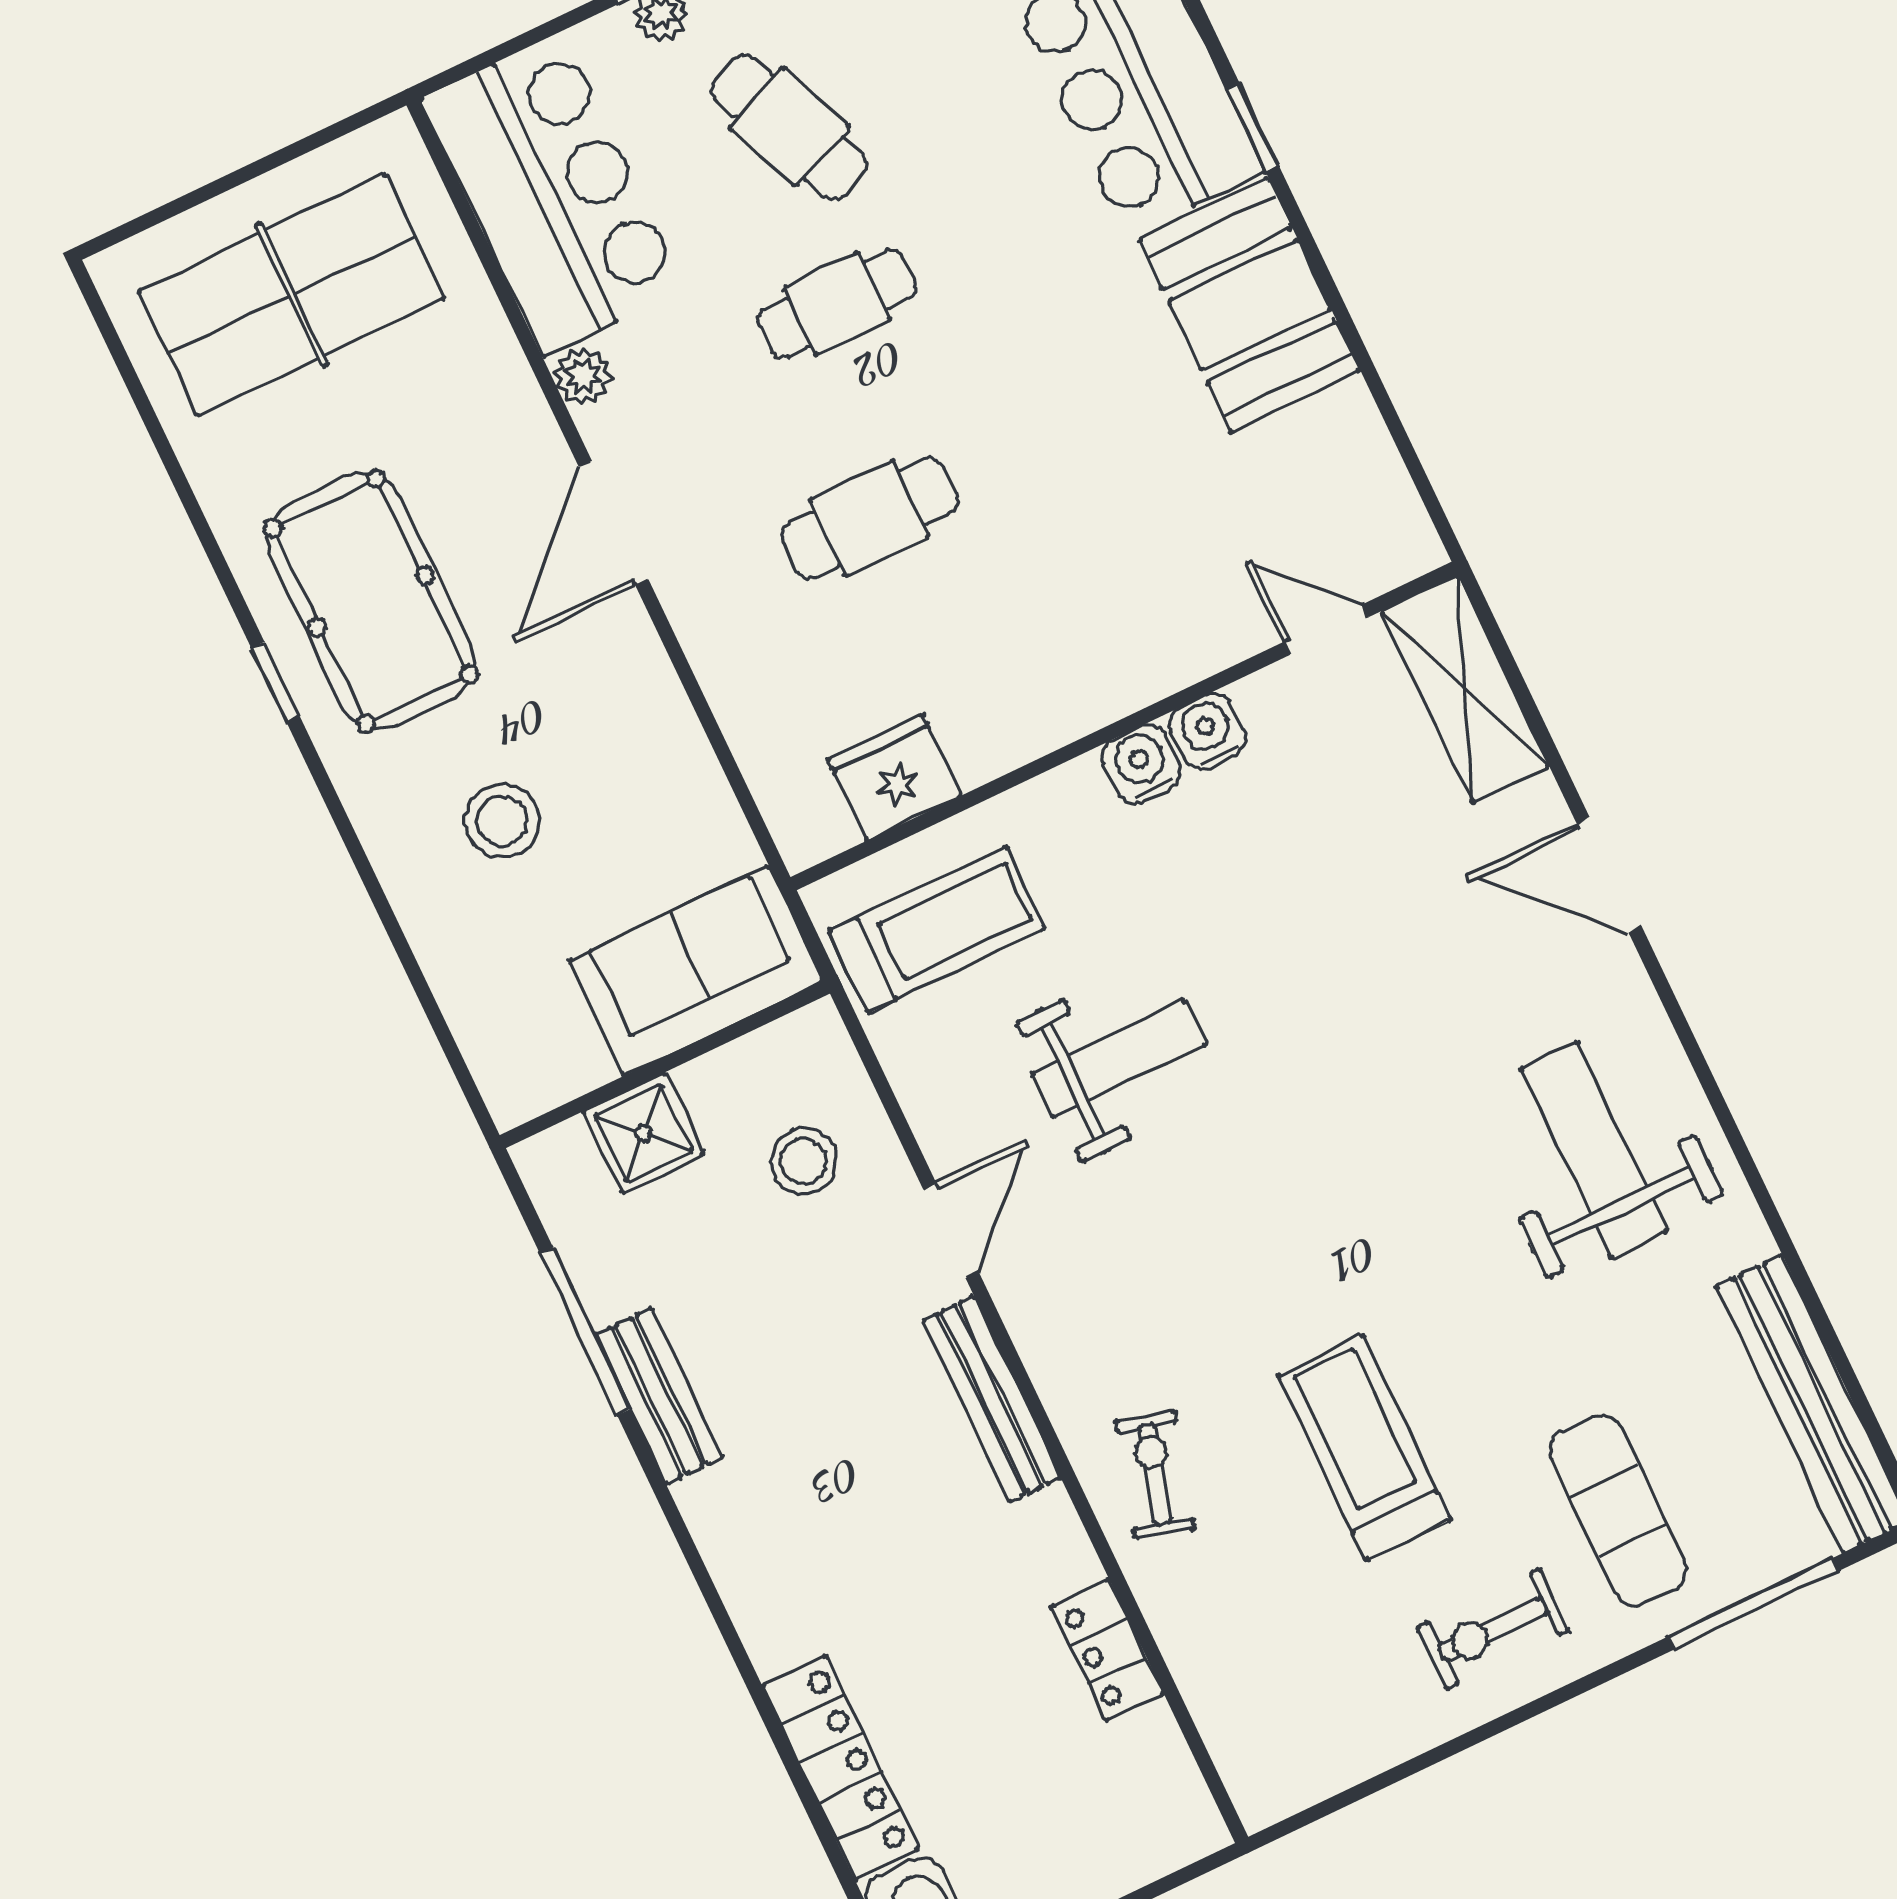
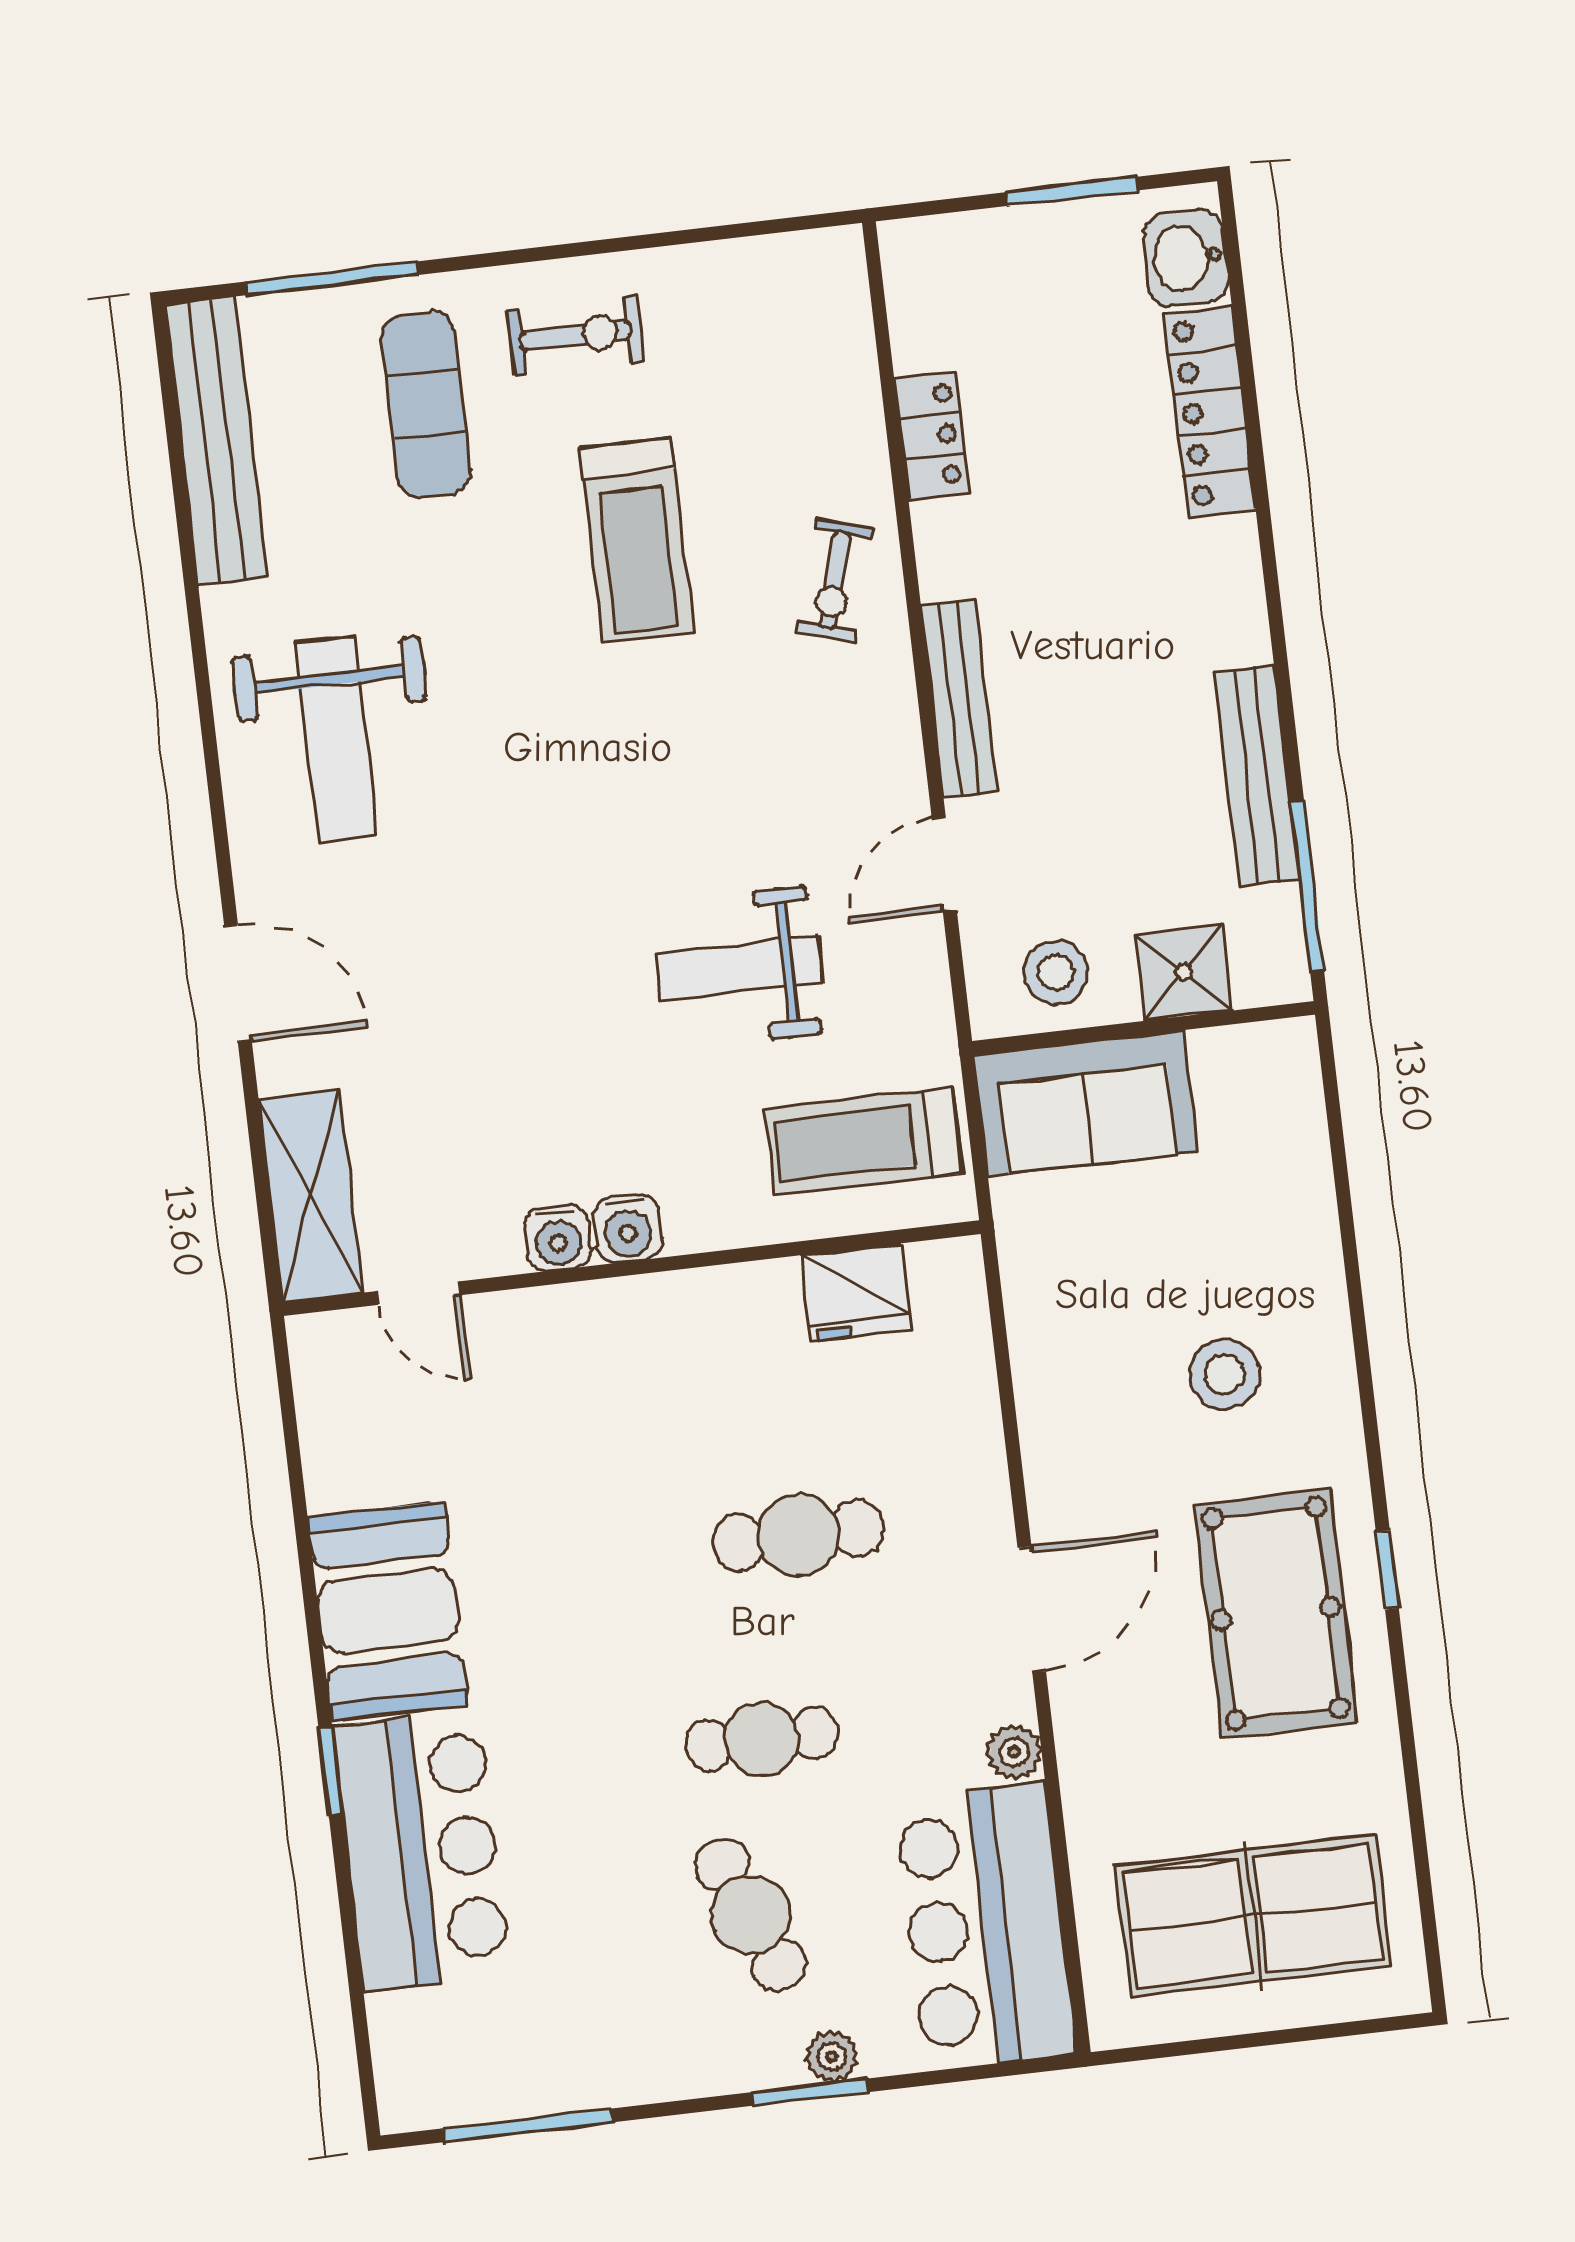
sofa: (696, 970) -> (1086, 1103), moved
wall: (665, 1064) -> (1144, 1028), moved
shower: (644, 1133) -> (1184, 972), moved
bench: (659, 1396) -> (1257, 775), width x1.36

